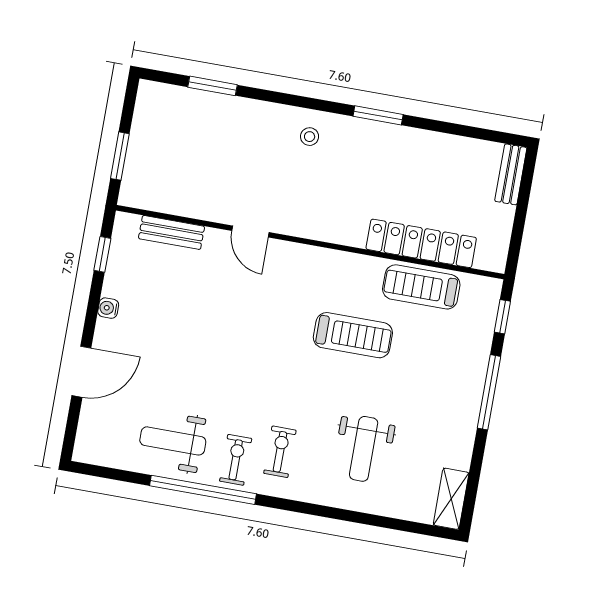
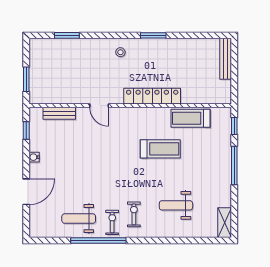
bench: (511, 174) -> (226, 59), width x1.36
locker: (421, 243) -> (152, 96), moved
weight bench: (364, 449) -> (176, 205), turned 90

